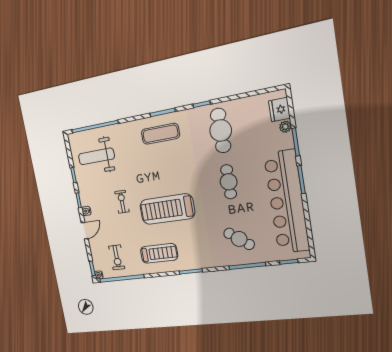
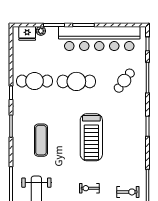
exercise mat: (160, 134) -> (41, 140), moved
cafe table: (229, 182) -> (76, 81), width x1.37, depth x1.35
exercise bike: (122, 202) -> (89, 188), moved
treadmill: (159, 253) -> (129, 152), removed

